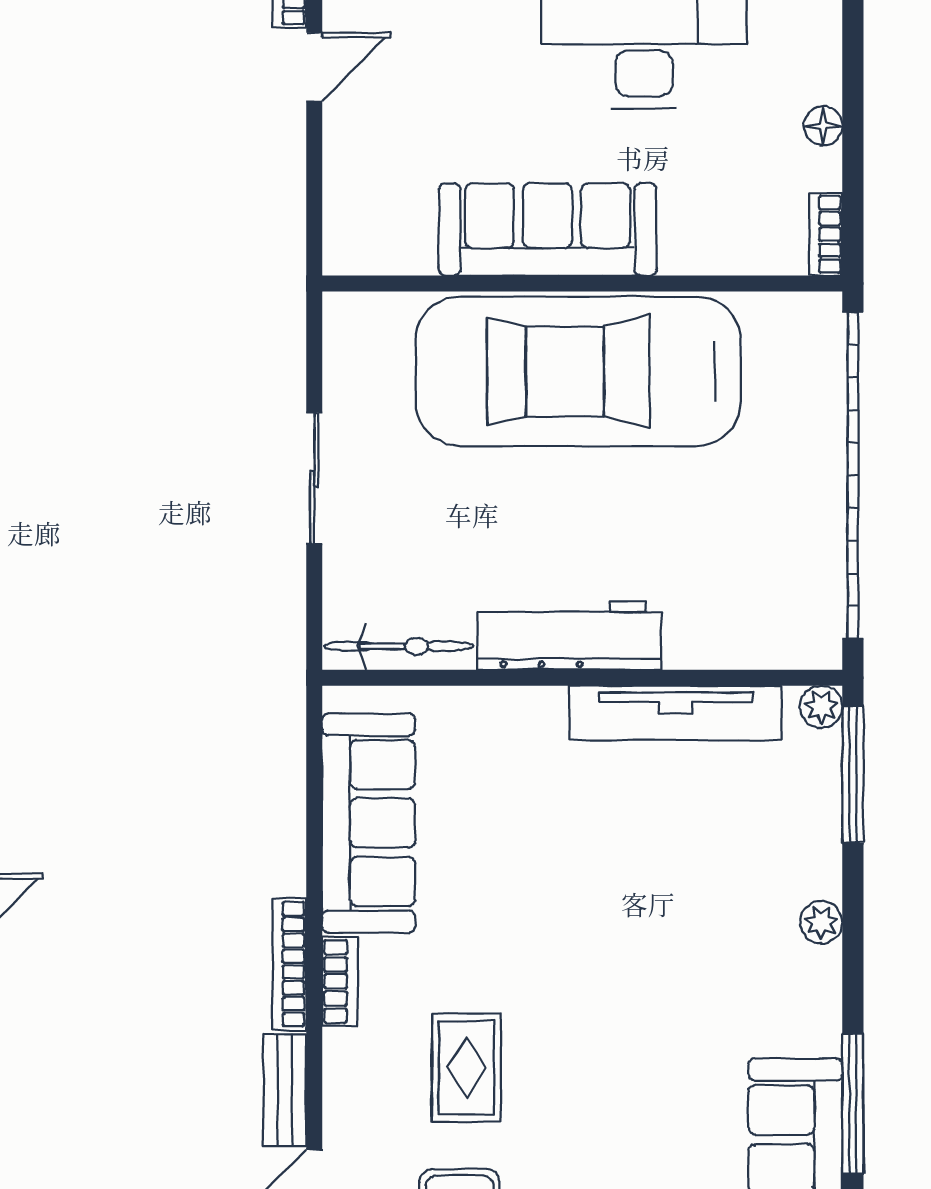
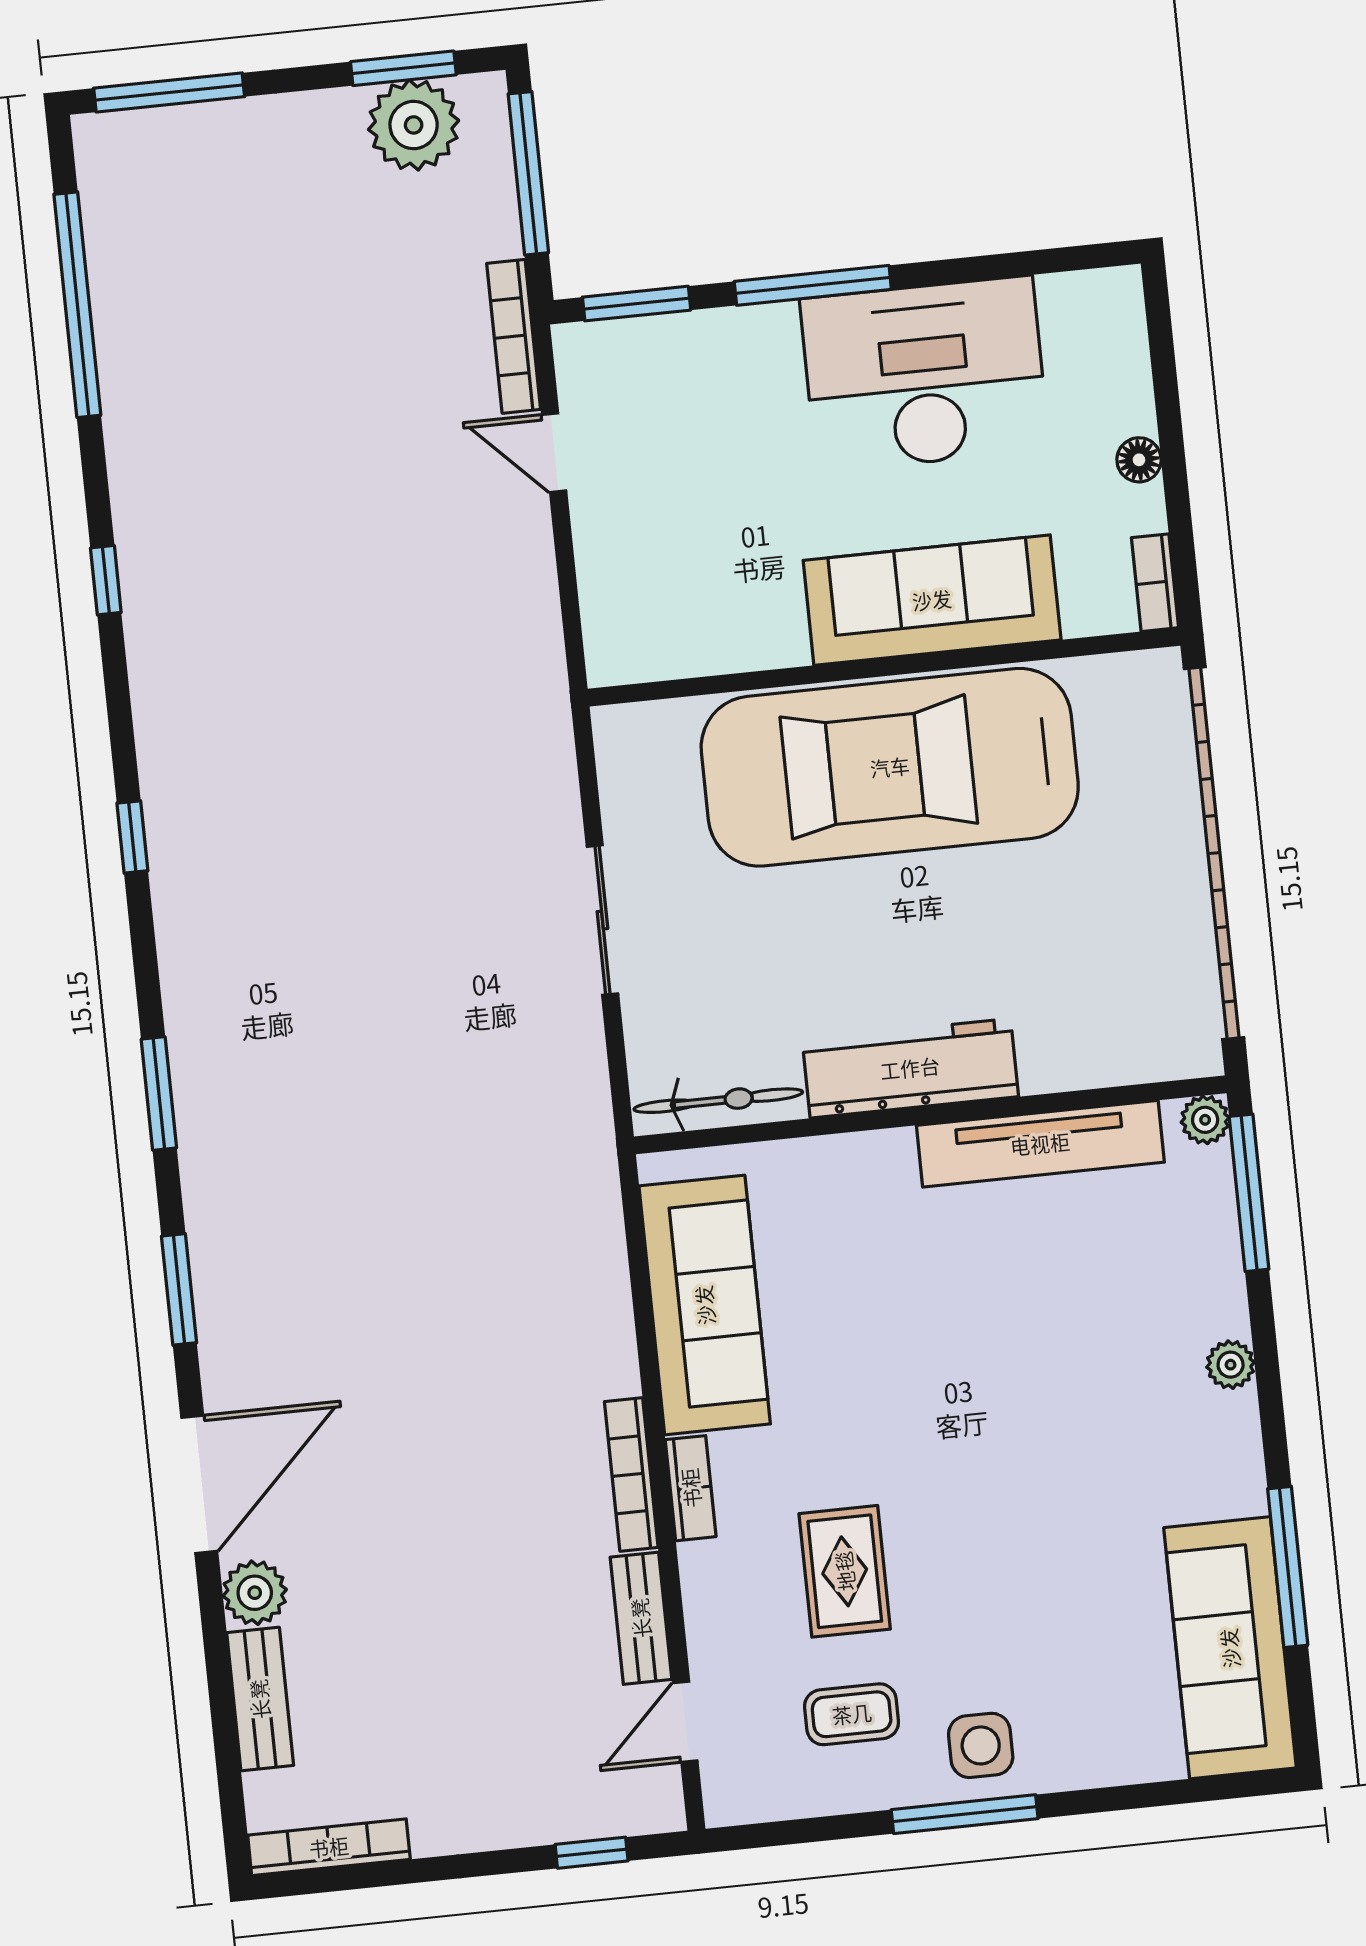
door: (314, 67) -> (554, 453), swing flipped
sofa: (547, 229) -> (932, 600), moved

